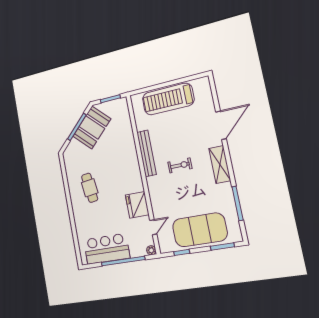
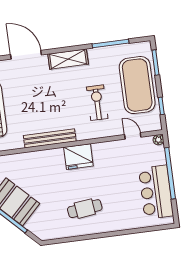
exercise bike: (180, 165) -> (97, 103), moved, width x1.38, depth x1.39
fridge: (137, 205) -> (78, 157), moved

